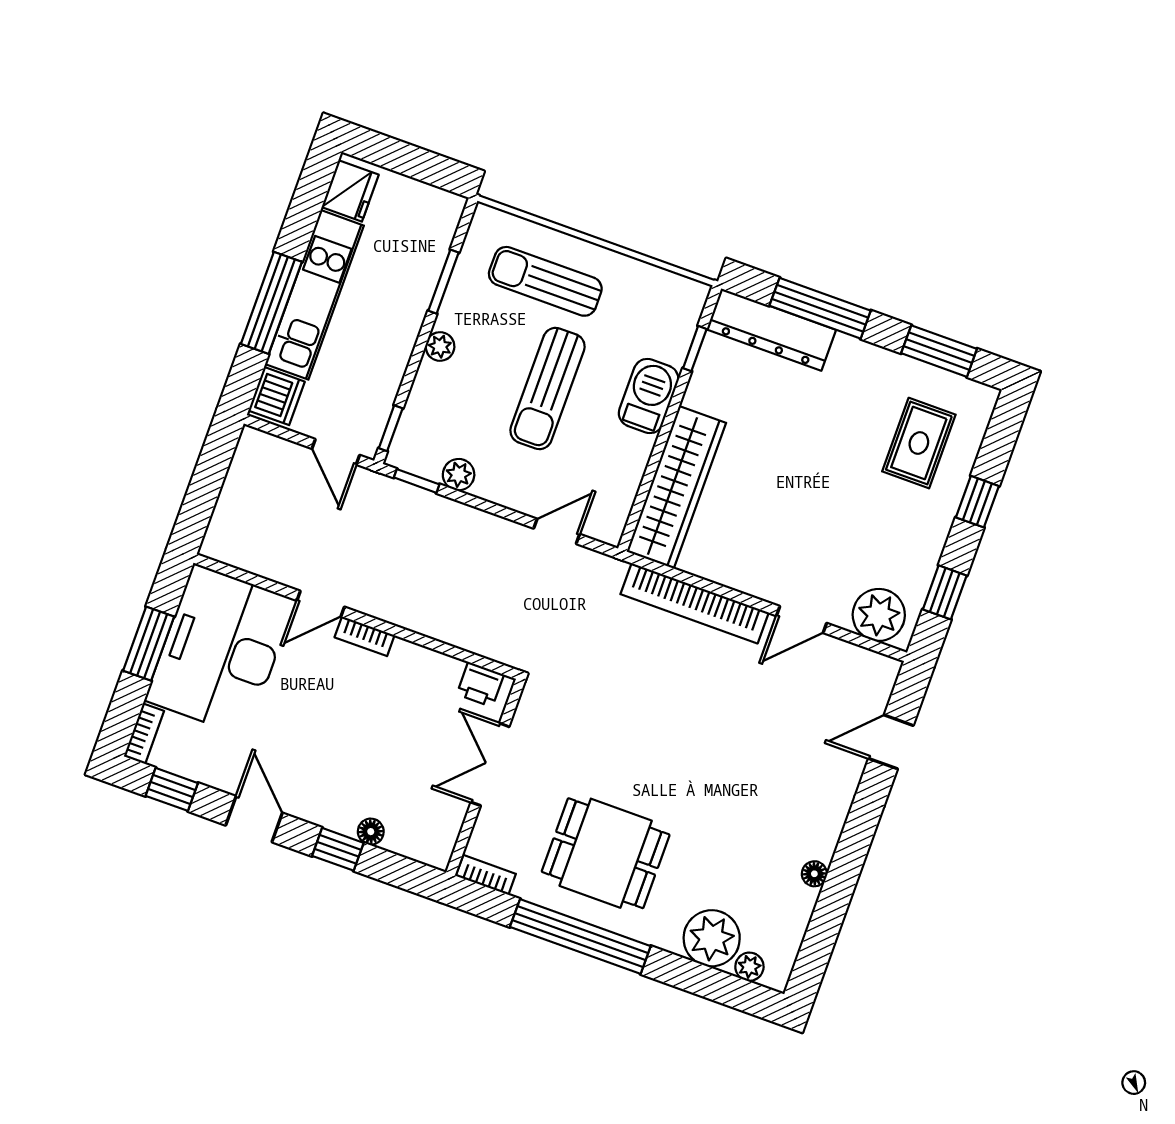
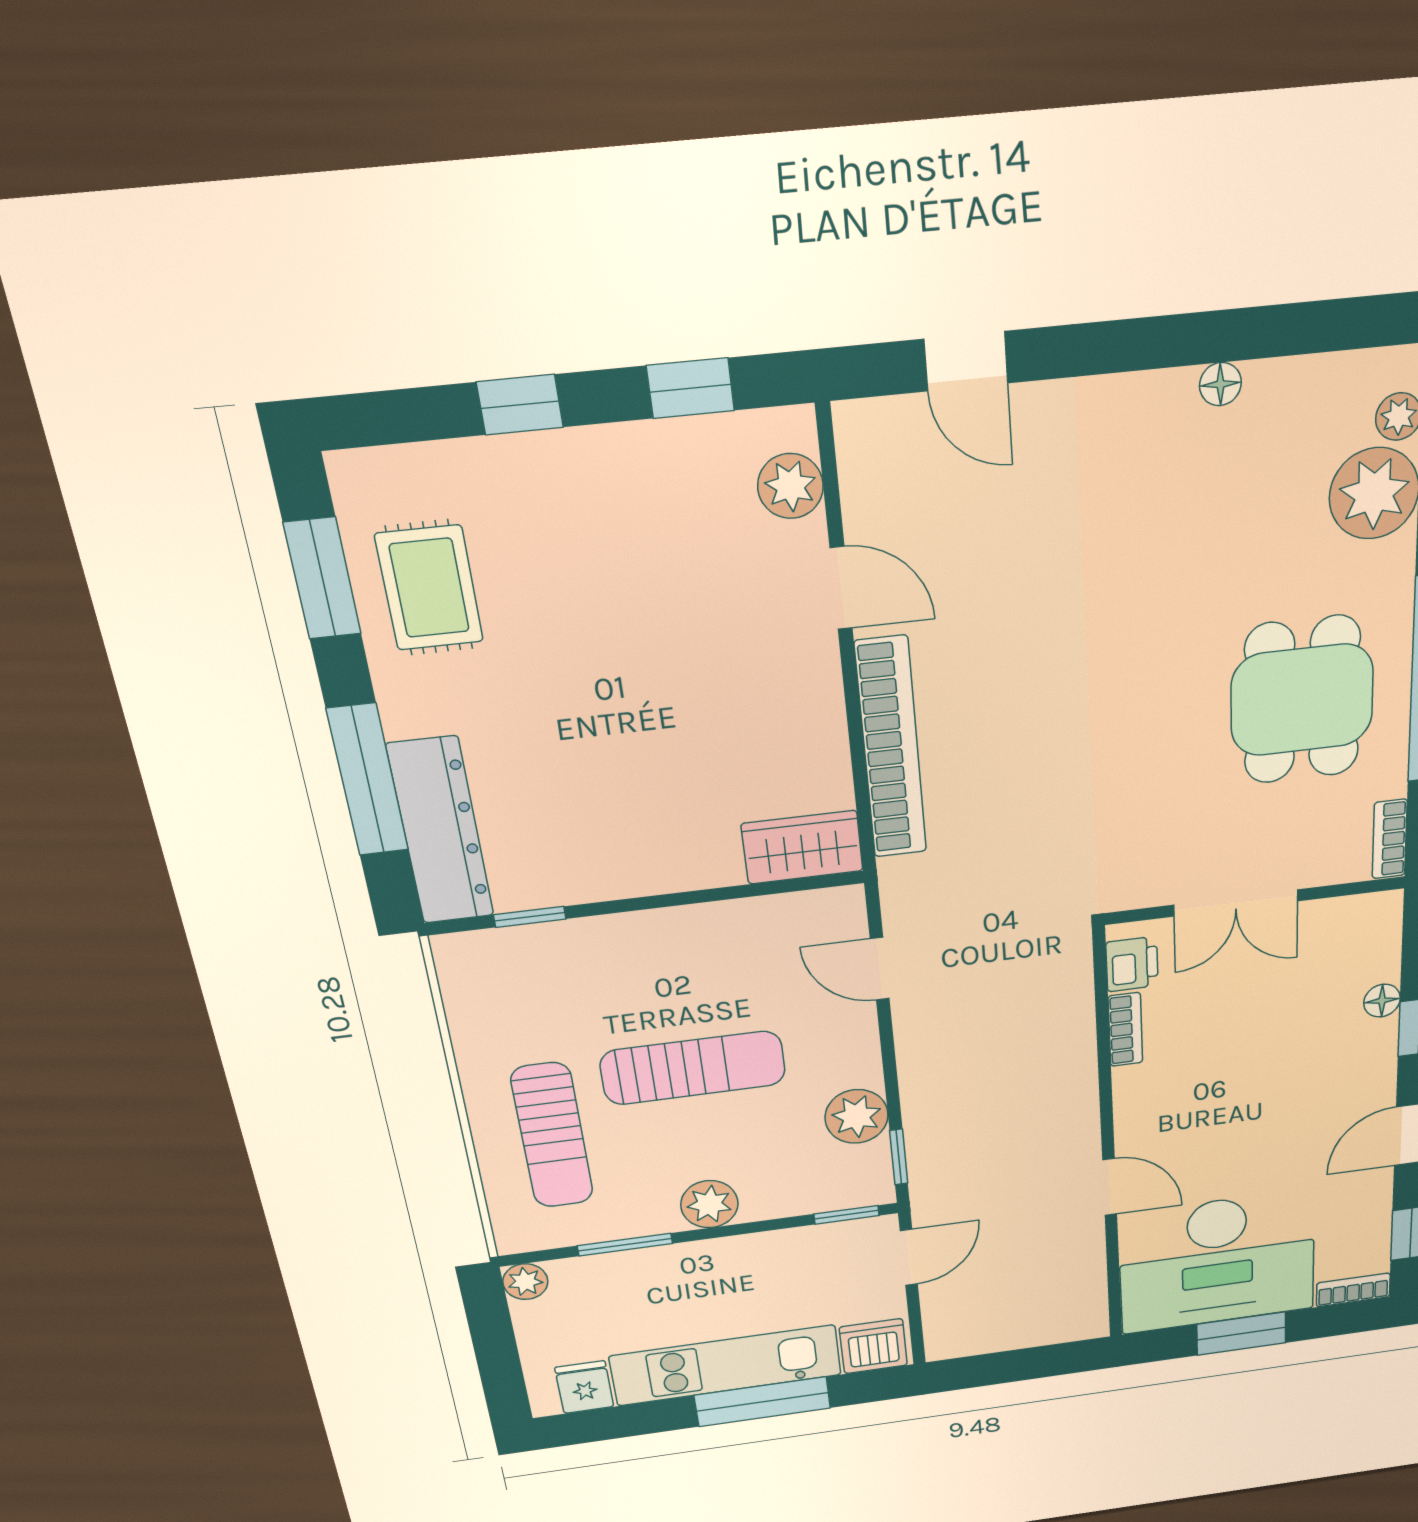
fridge: (350, 191) -> (584, 1387), width x0.72
plant: (449, 207) -> (525, 1282), added
plant: (440, 346) -> (709, 1204), width x1.38, depth x1.38
barbecue: (649, 396) -> (631, 944), removed
rug: (919, 443) -> (429, 588), moved, turned 90
plant: (459, 475) -> (857, 1116), width x1.38, depth x1.38
wardrobe: (676, 487) -> (802, 847), width x0.48, depth x0.85
plant: (879, 615) -> (790, 486), width x0.73, depth x0.73
bookcase: (365, 636) -> (1125, 1029), moved

